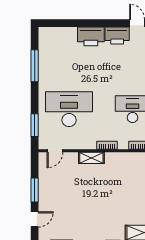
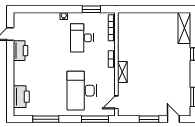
printer: (91, 36) -> (21, 97), moved
window: (35, 125) -> (95, 119), width x1.44
door: (55, 151) -> (116, 102), swing flipped

